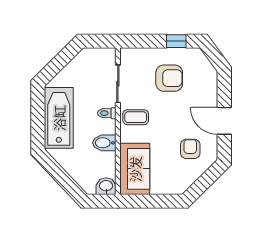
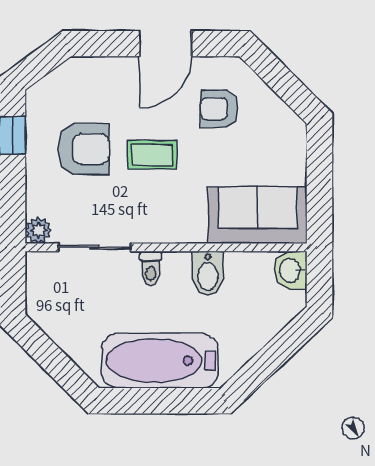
plant: (127, 54) -> (38, 230), added
armchair: (169, 78) -> (84, 149), turned 90
coffee table: (136, 117) -> (153, 155), moved, turned 90

